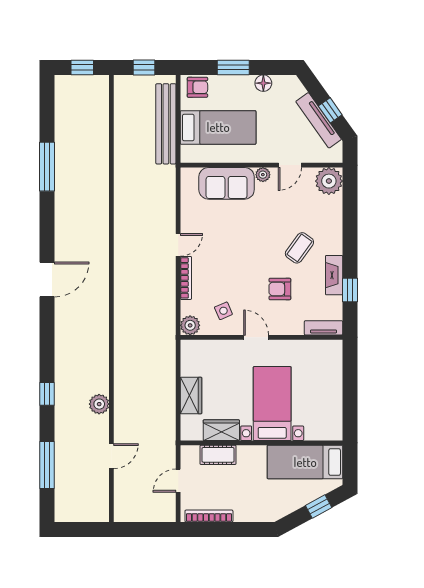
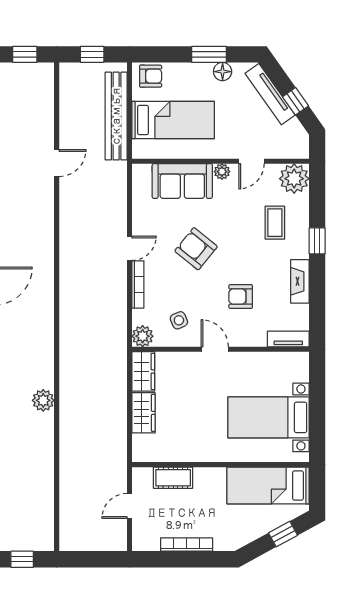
window: (233, 67) -> (209, 54), moved
tv unit: (319, 120) -> (270, 94), moved
armchair: (239, 245) -> (196, 249), added
coffee table: (299, 248) -> (275, 223), moved, turned -36
window: (350, 290) -> (317, 241), moved
plant: (99, 404) -> (43, 400), moved
bed with nightstands: (272, 404) -> (269, 417), moved, turned -90
wardrobe: (221, 430) -> (143, 371), moved, turned 90
door: (111, 456) -> (57, 163), moved
bookcase: (209, 516) -> (187, 544), moved
window: (80, 530) -> (22, 559), added

